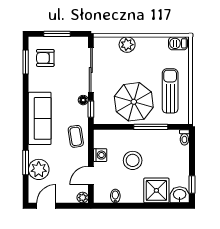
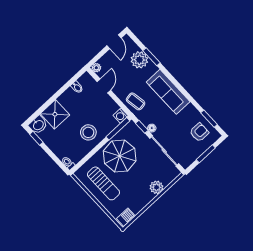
window: (151, 127) -> (118, 129), moved
washing machine: (100, 155) -> (121, 116), moved
stool: (133, 160) -> (88, 132), moved

